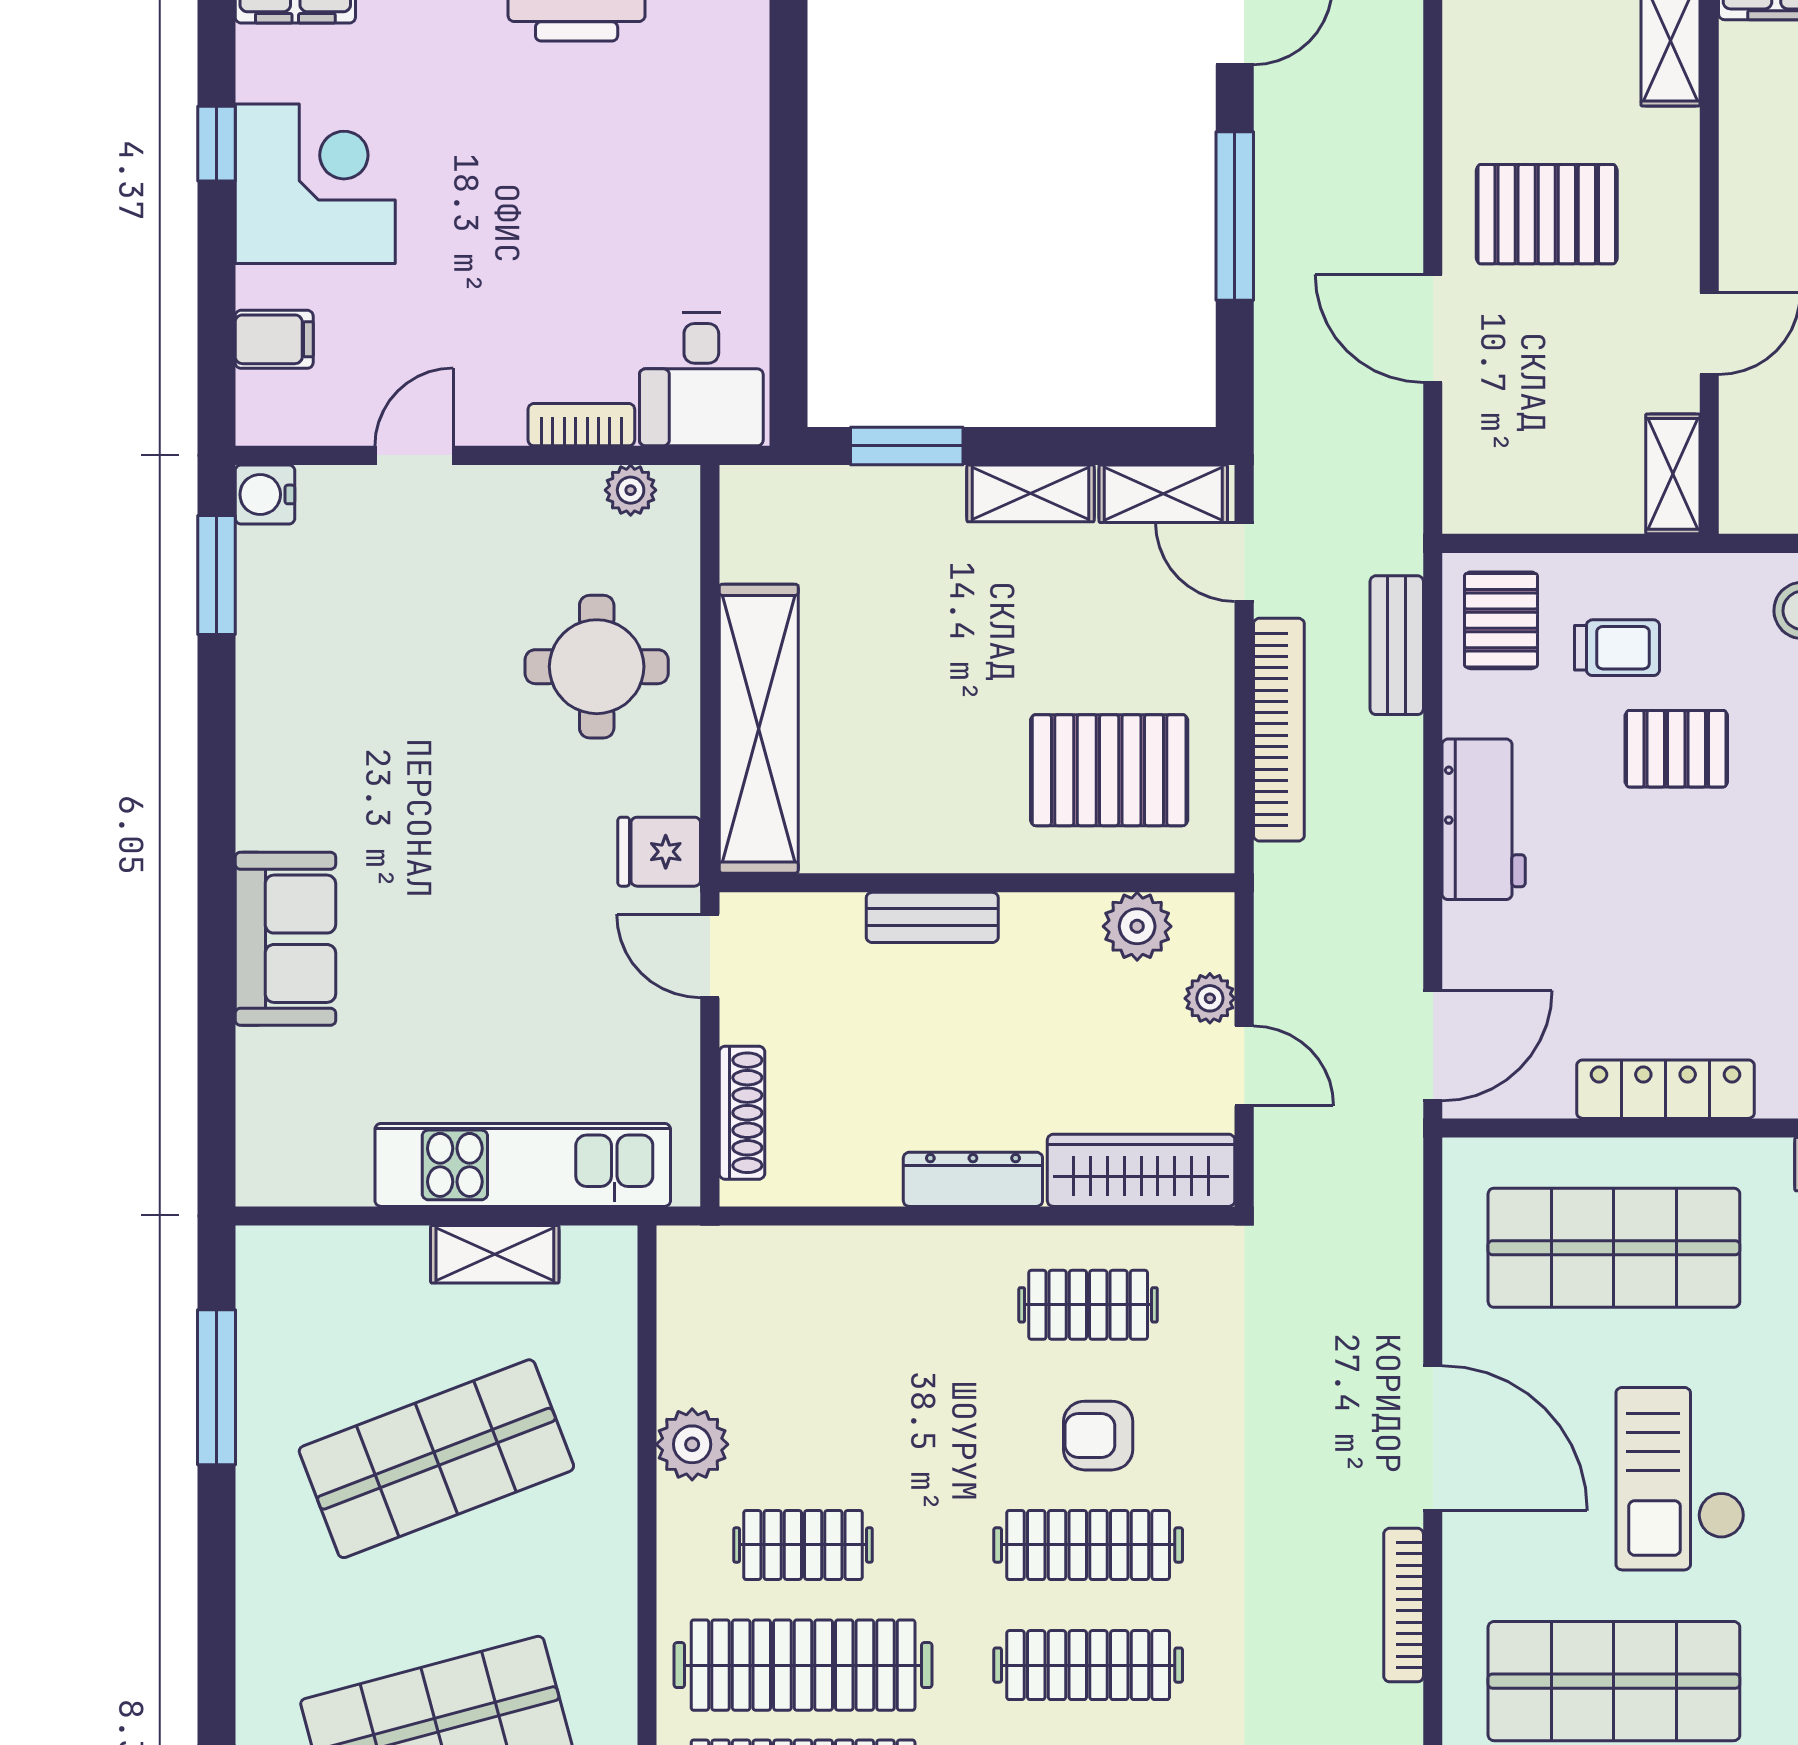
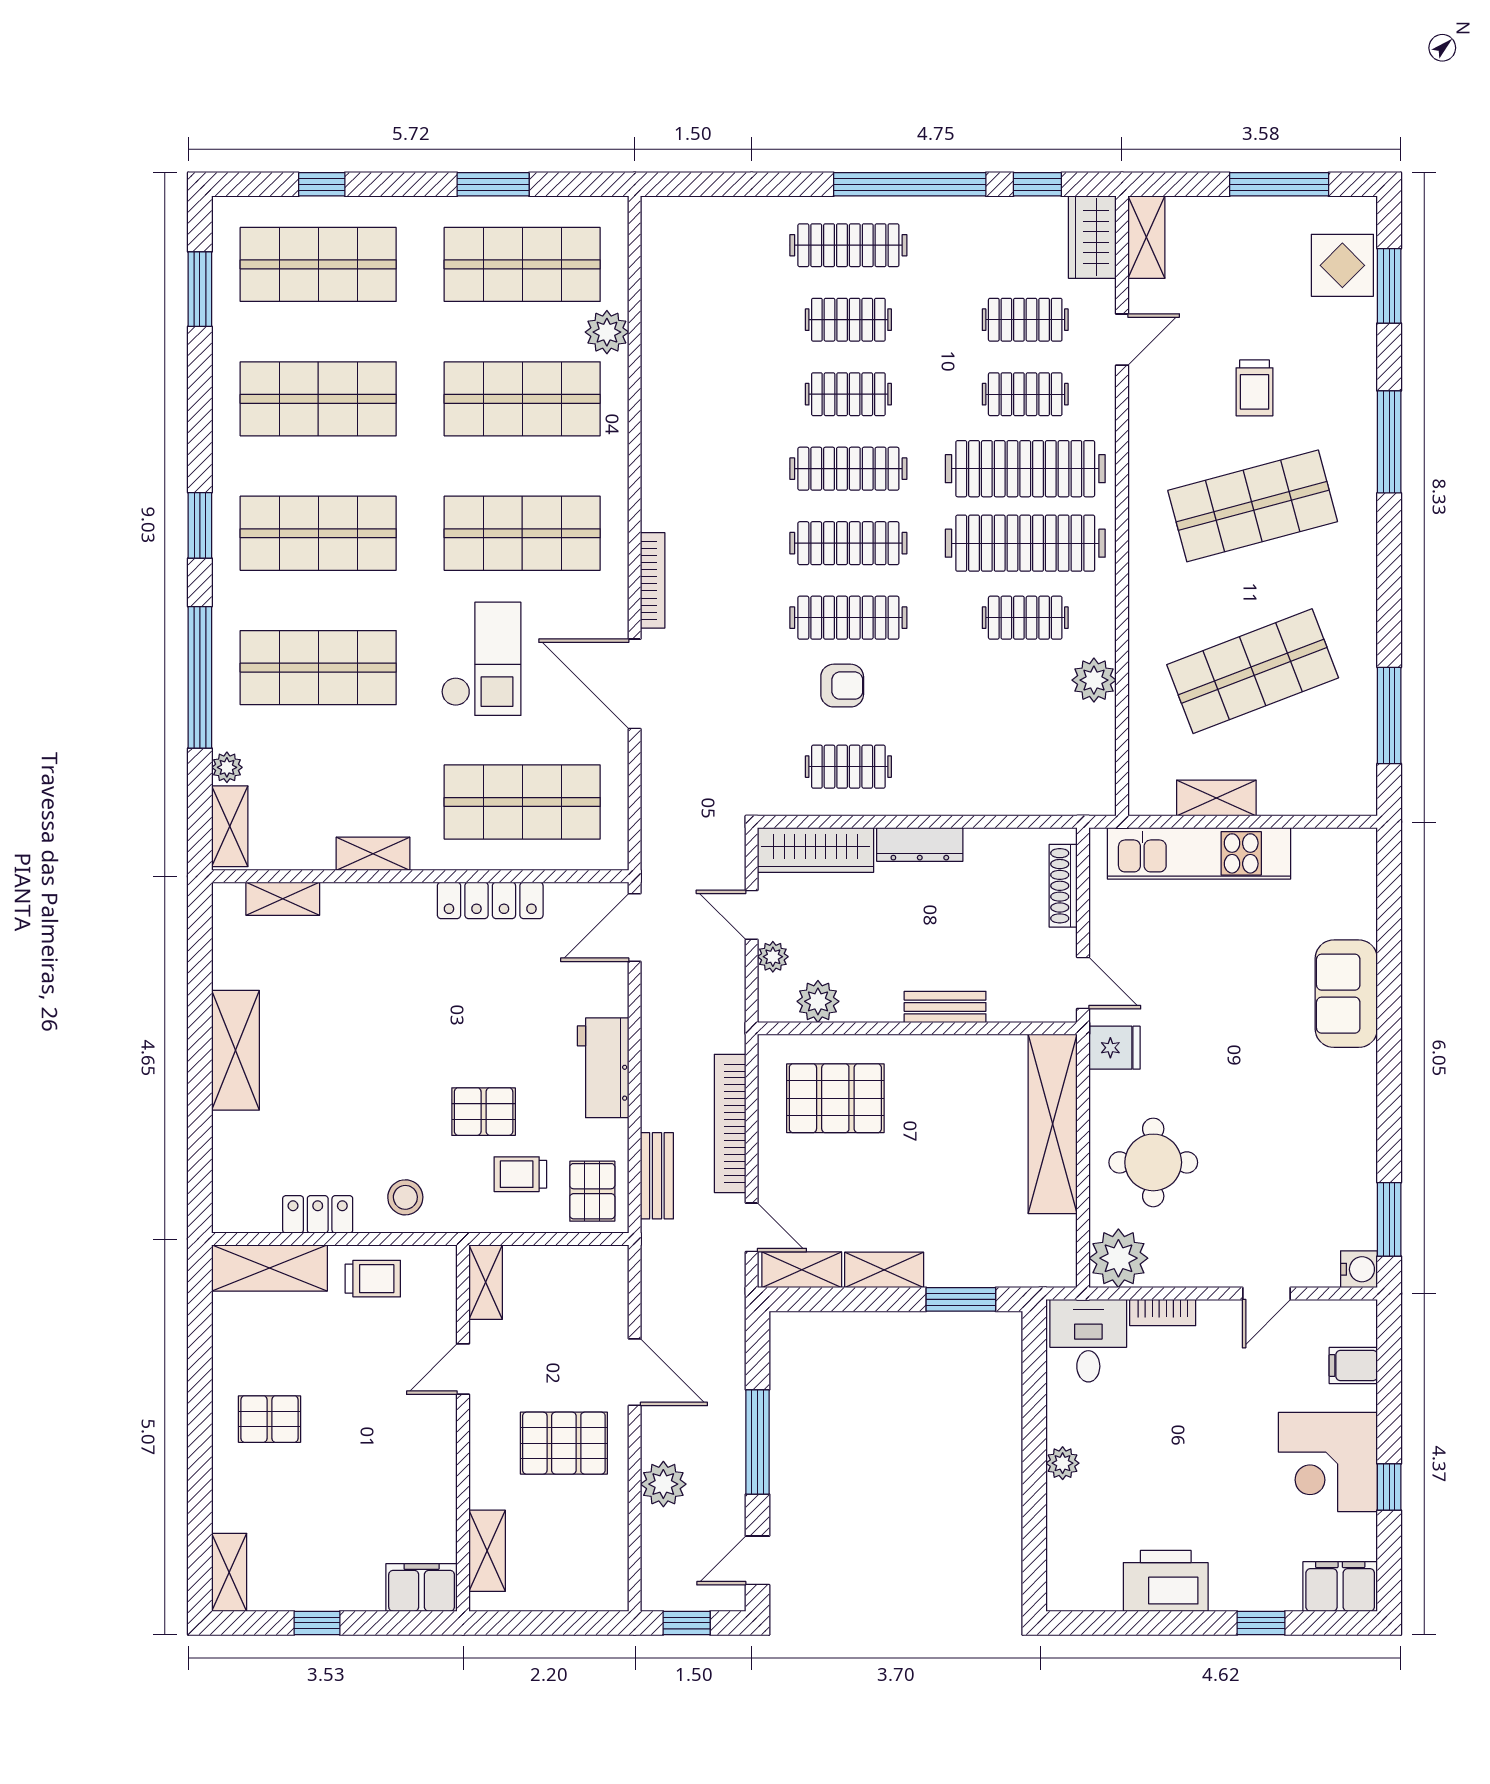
plant: (1386, 148) -> (663, 1484), added
plant: (743, 182) -> (1063, 1463), added
plant: (631, 490) -> (1118, 1258), width x1.87, depth x1.87

